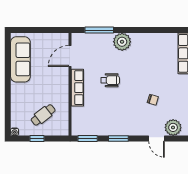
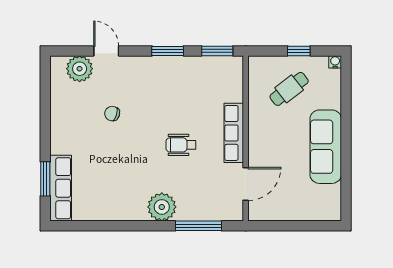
sofa: (20, 59) -> (326, 147), moved

